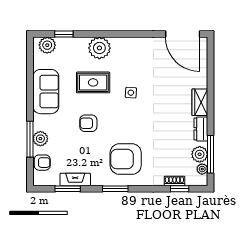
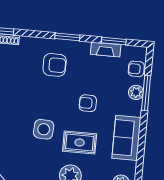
side table: (131, 93) -> (44, 129), width x1.87, depth x1.87
armchair: (88, 123) -> (88, 103), turned 180
armchair: (126, 159) -> (55, 65), width x0.73, depth x0.73

